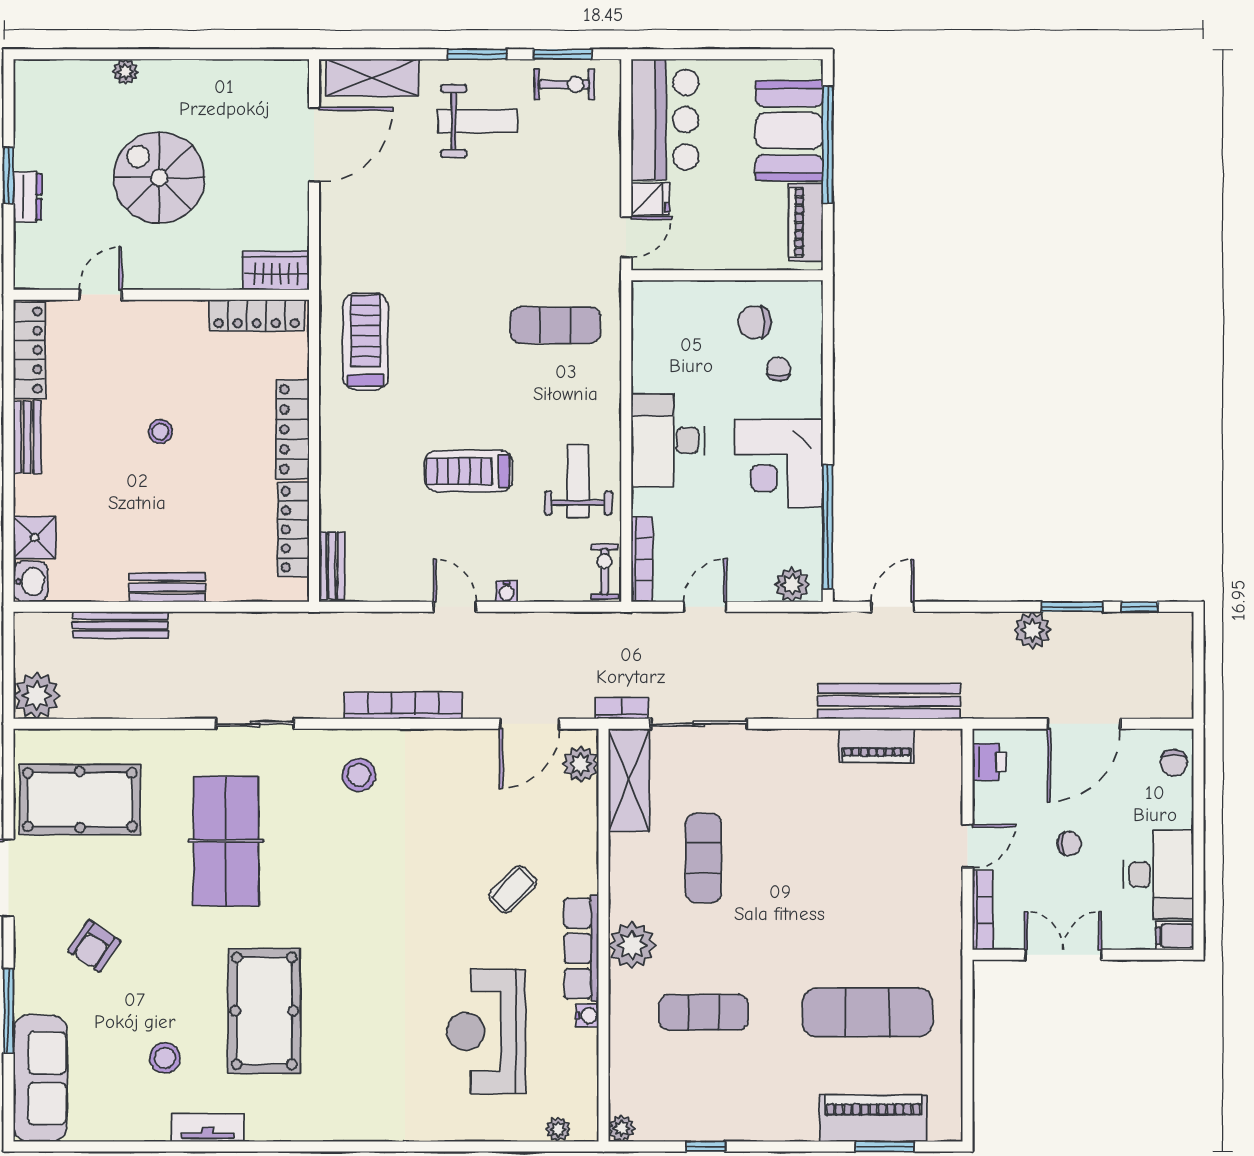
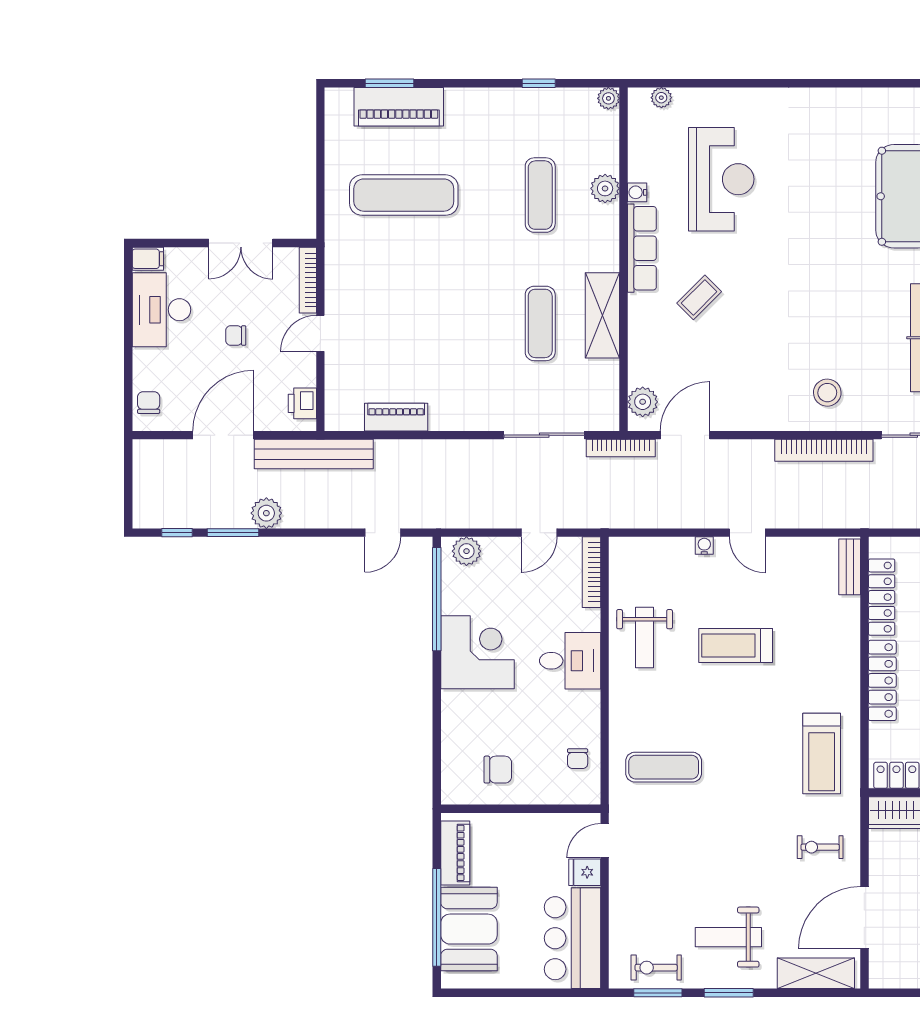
chair: (779, 369) -> (578, 759), moved
desk: (668, 440) -> (570, 661), width x0.73
treadmill: (469, 471) -> (736, 646), turned 180
exercise bike: (604, 572) -> (820, 847), moved, turned 90
bench: (889, 701) -> (314, 454), moved
bookcase: (403, 706) -> (824, 450), moved
bookcase: (622, 708) -> (621, 448), width x1.56
shelving: (629, 780) -> (602, 315), moved
plant: (632, 945) -> (605, 188), moved, width x0.73, depth x0.73
exercise mat: (704, 1012) -> (540, 195), turned 90

